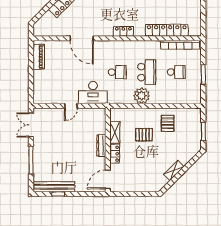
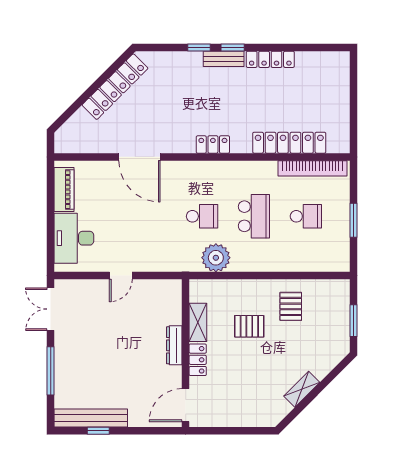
desk: (93, 92) -> (74, 238), moved, turned 90
plant: (142, 96) -> (216, 258), moved

